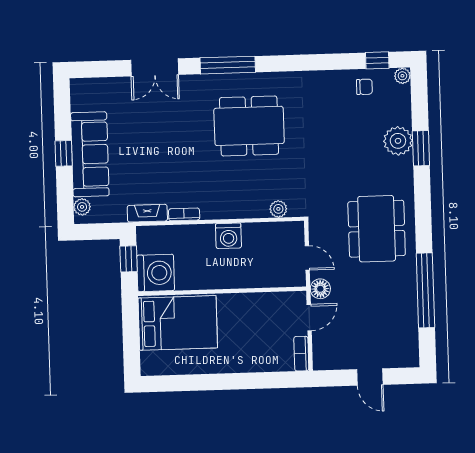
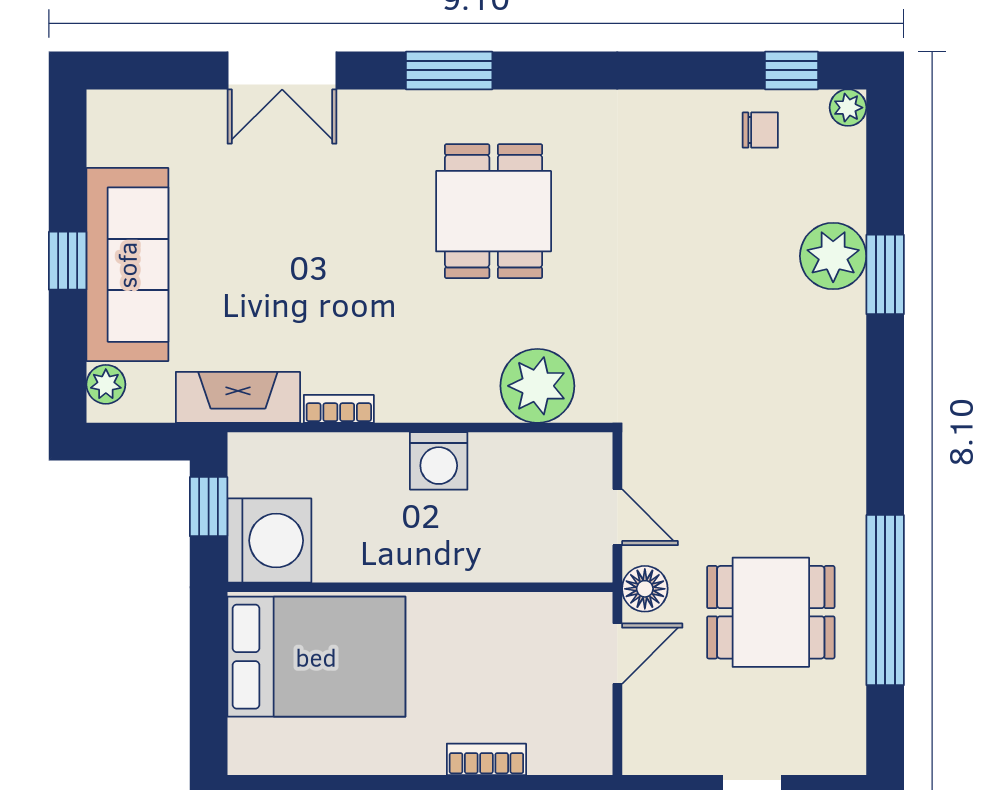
window: (228, 65) -> (449, 70), width x0.69
dining table: (249, 126) -> (494, 211), width x0.73
plant: (278, 209) -> (537, 386), width x1.87, depth x1.87
fireplace: (147, 213) -> (238, 397), width x1.37, depth x1.32
dining table: (377, 229) -> (771, 612), moved, width x0.73
bookcase: (301, 354) -> (486, 759), moved, turned 90

